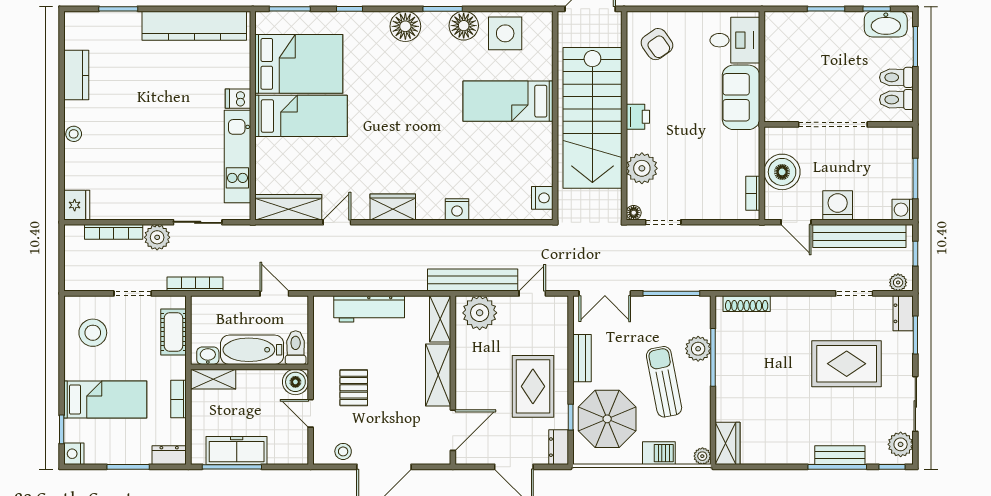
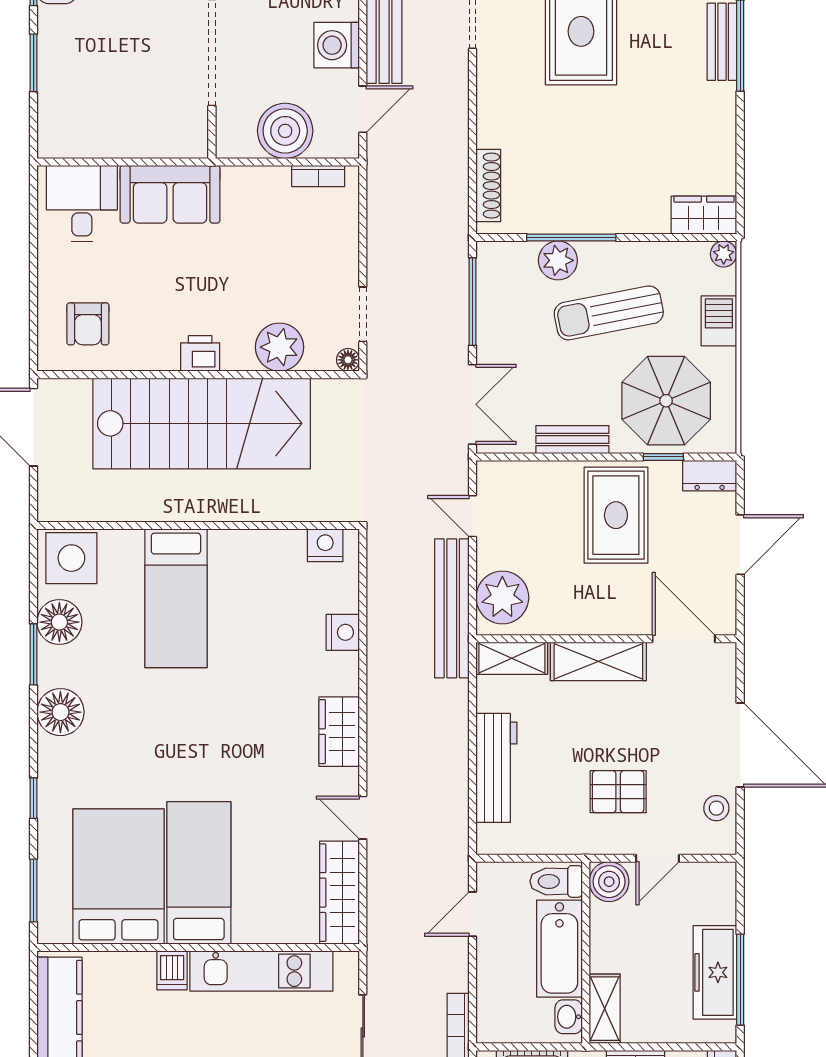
armchair: (657, 44) -> (88, 324), turned 125
bed: (508, 101) -> (176, 598), moved
wall: (555, 116) -> (198, 526), moved
nightstand: (542, 198) -> (325, 545), moved
rug: (533, 386) -> (616, 515), turned 90

